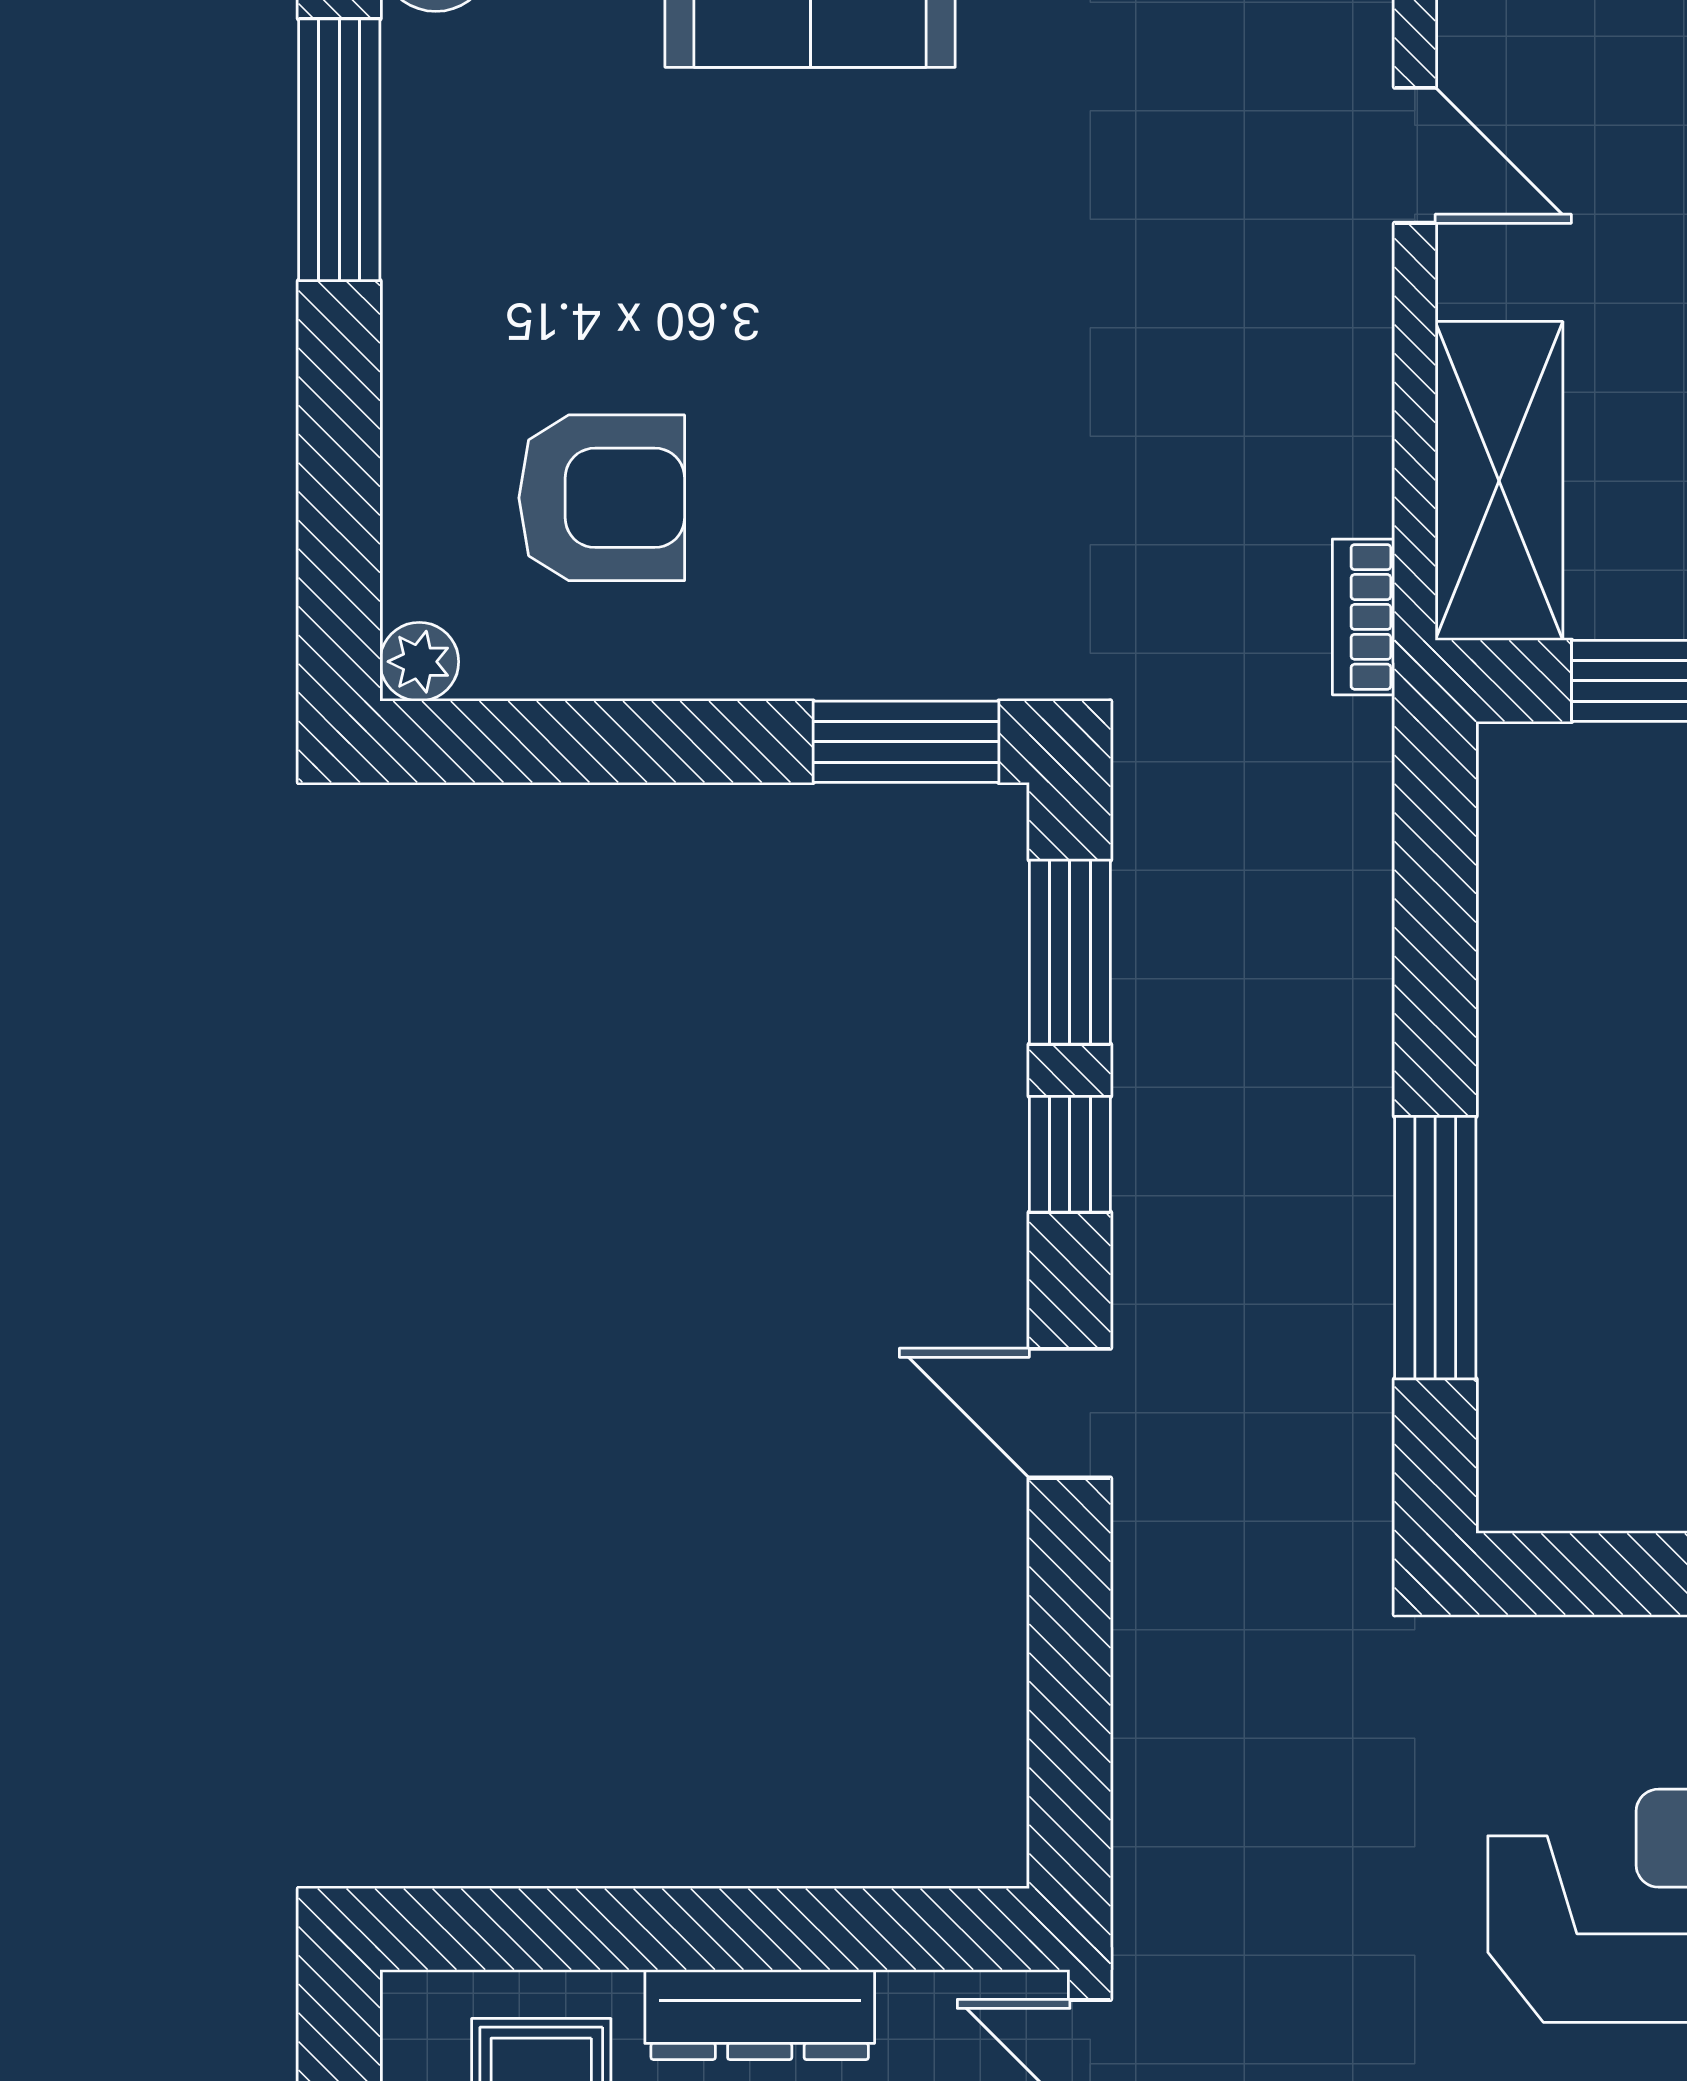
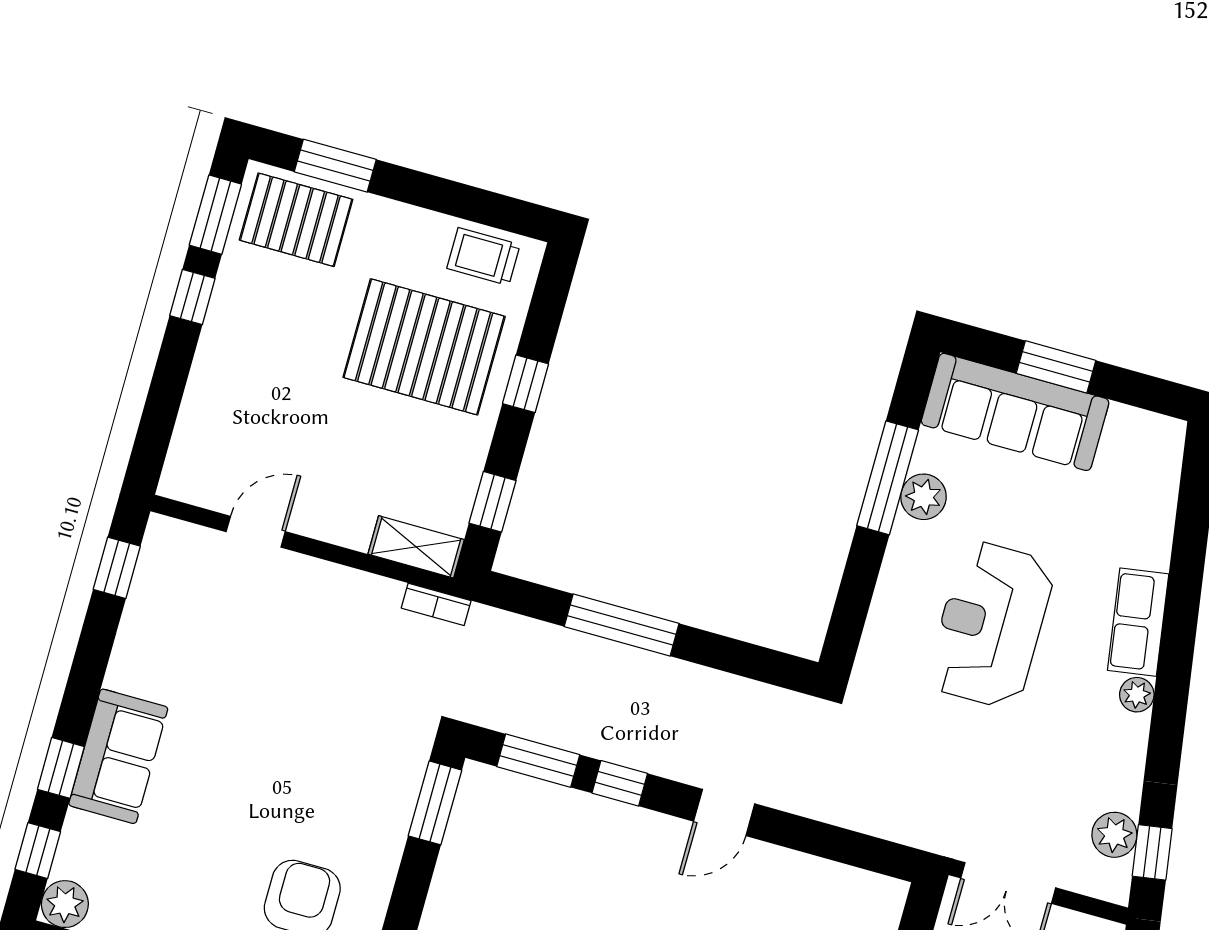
shelving: (1499, 481) -> (416, 547), width x0.67, depth x0.75
window: (1435, 1248) -> (622, 625), moved

